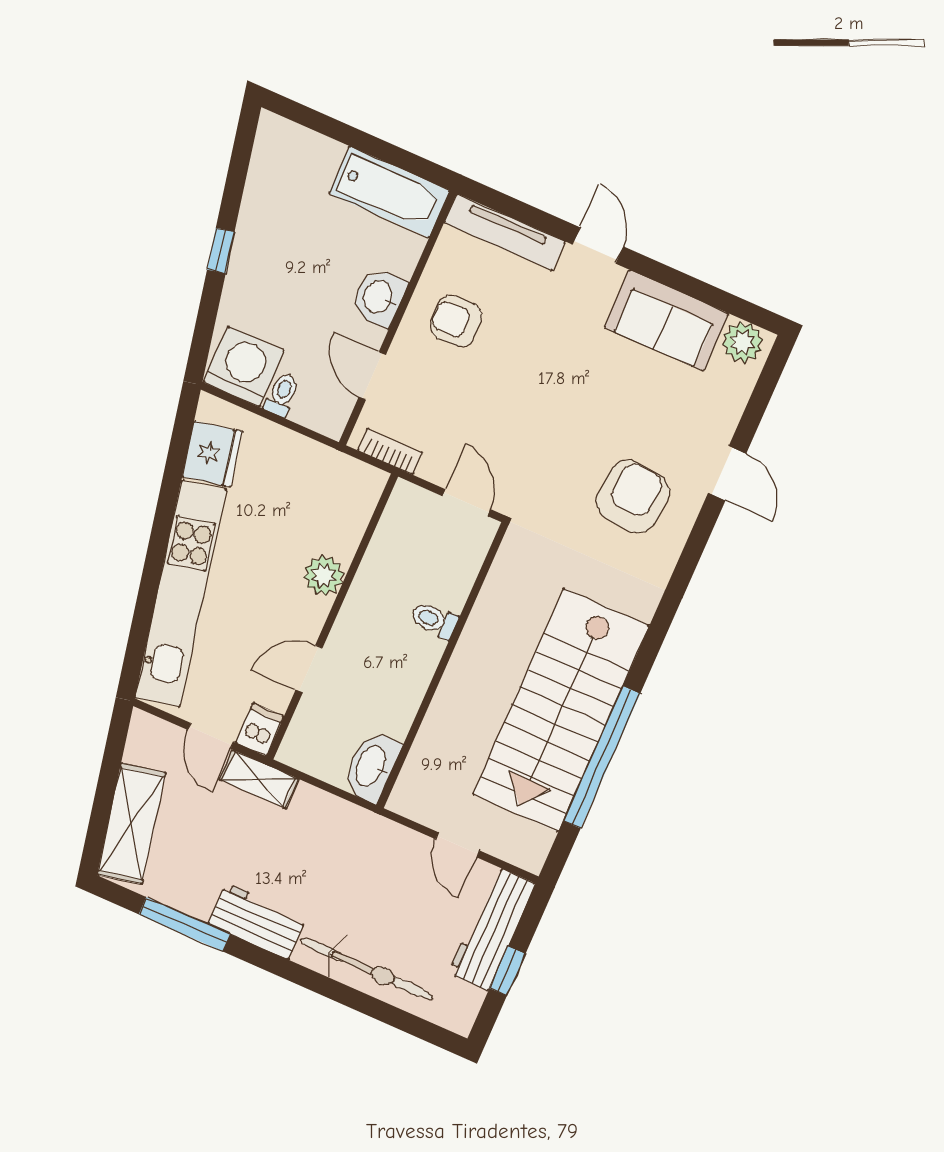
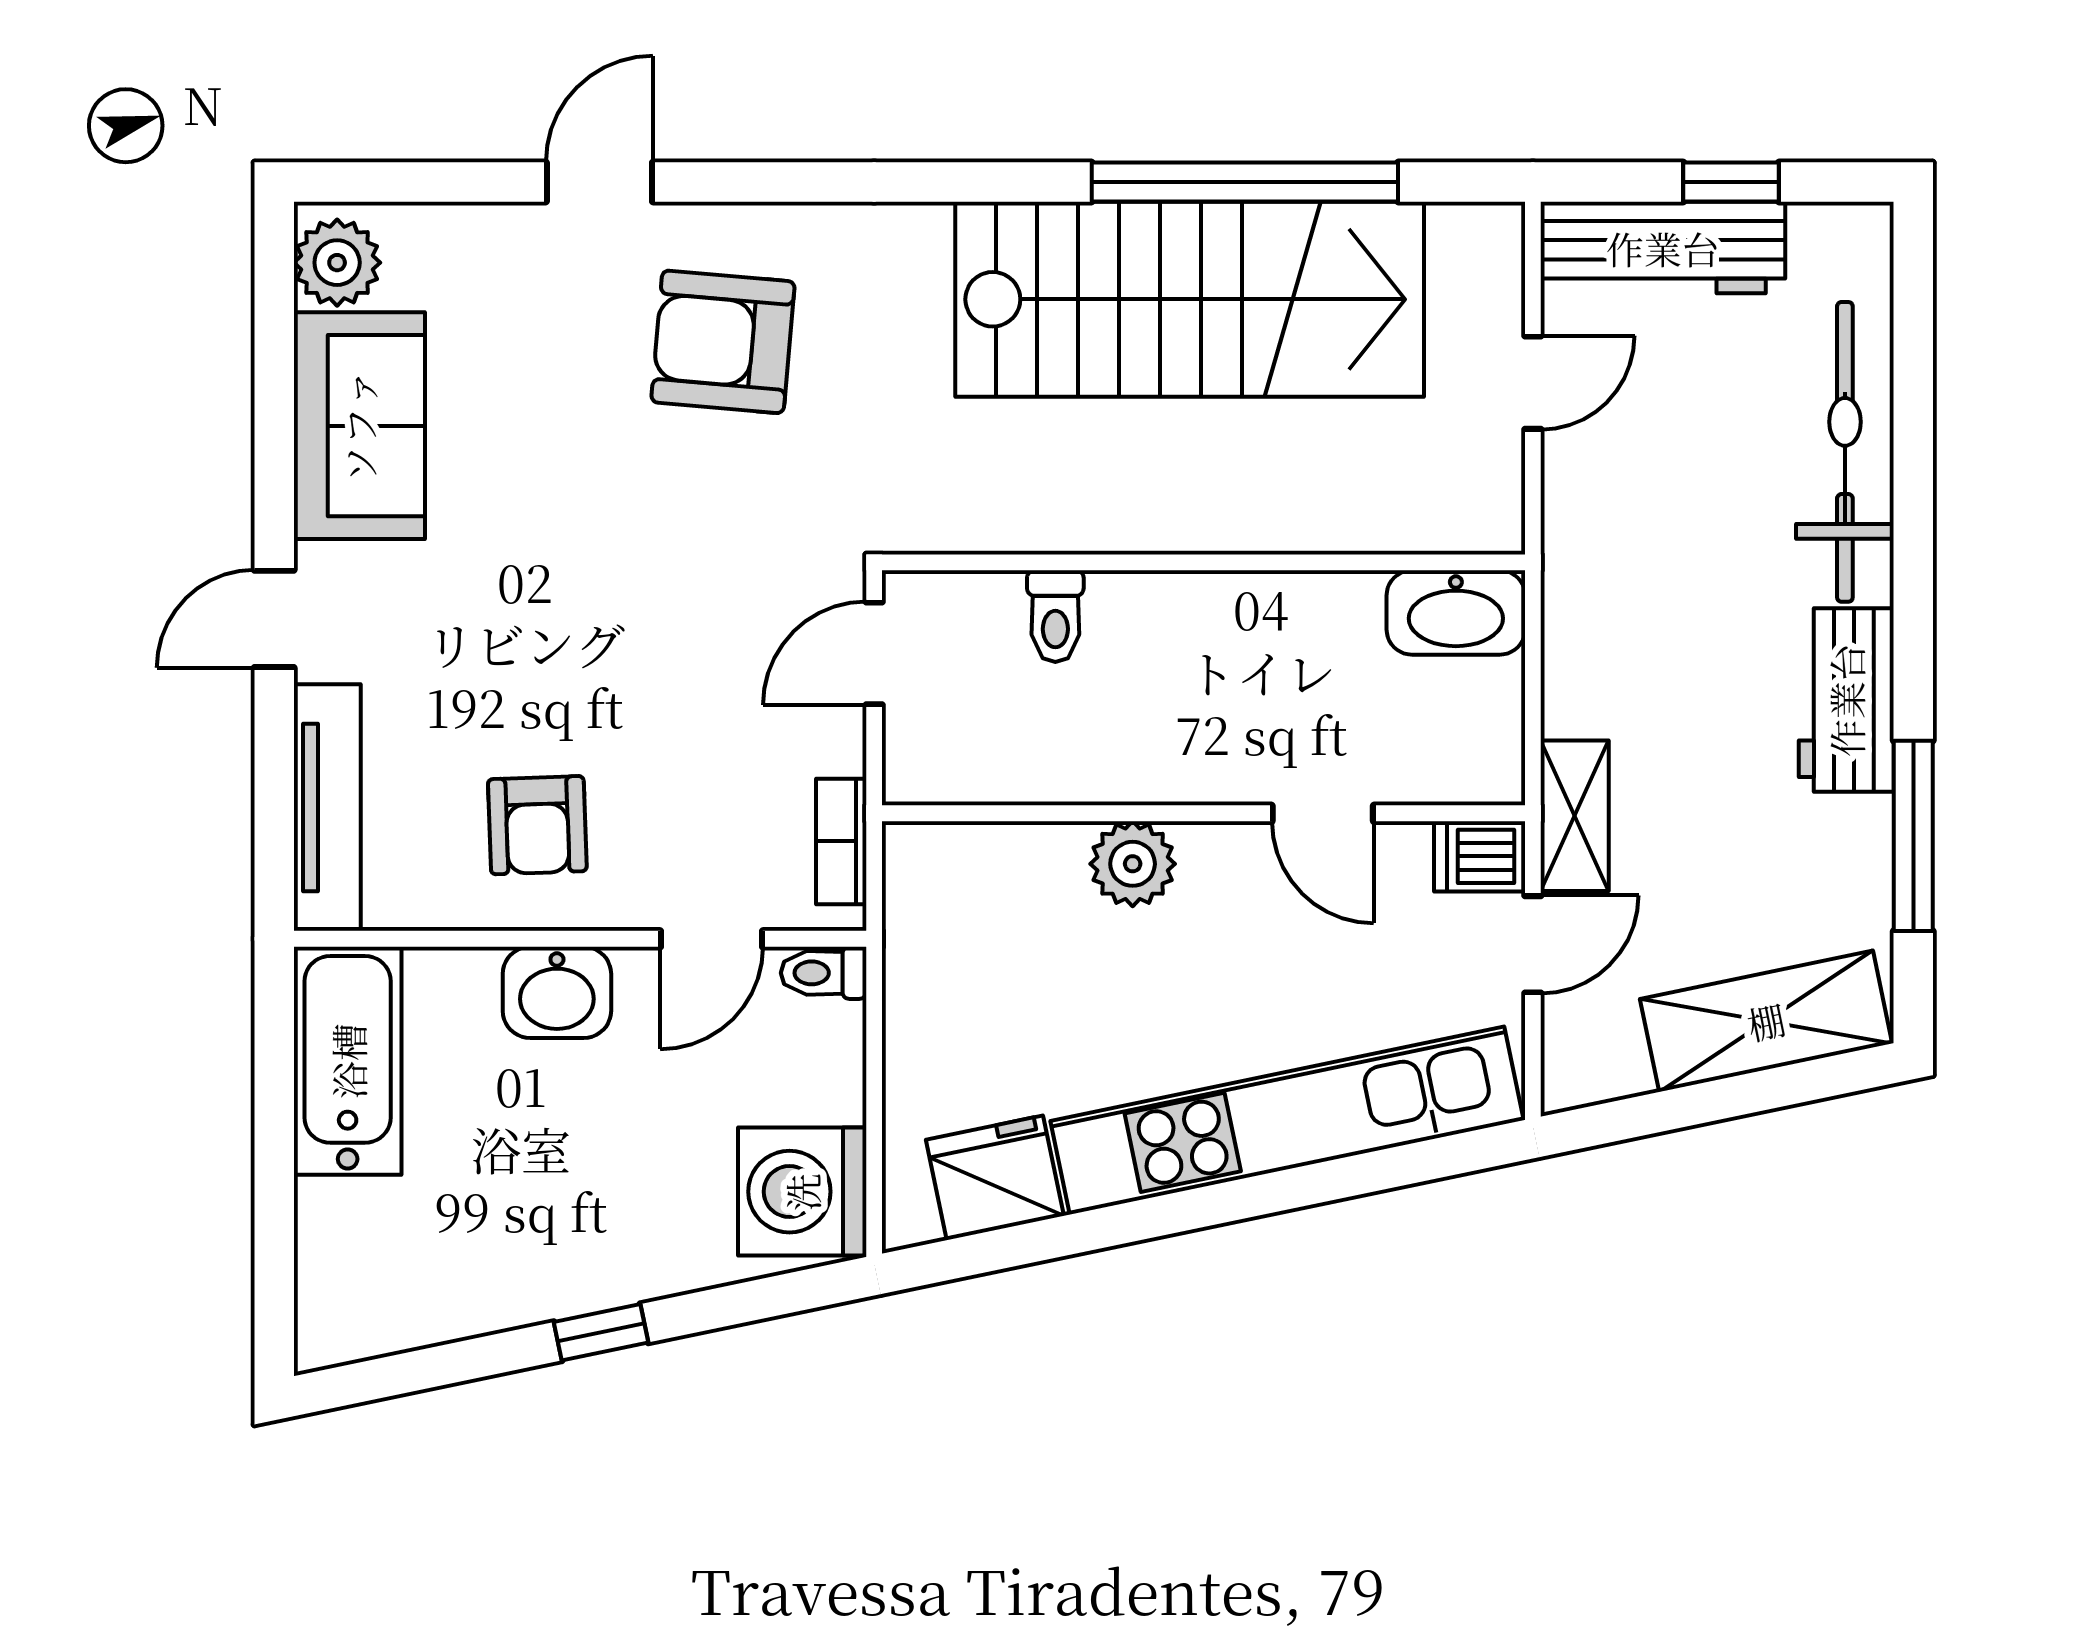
toilet: (282, 395) -> (824, 973), moved
toilet: (434, 620) -> (1055, 616), moved

